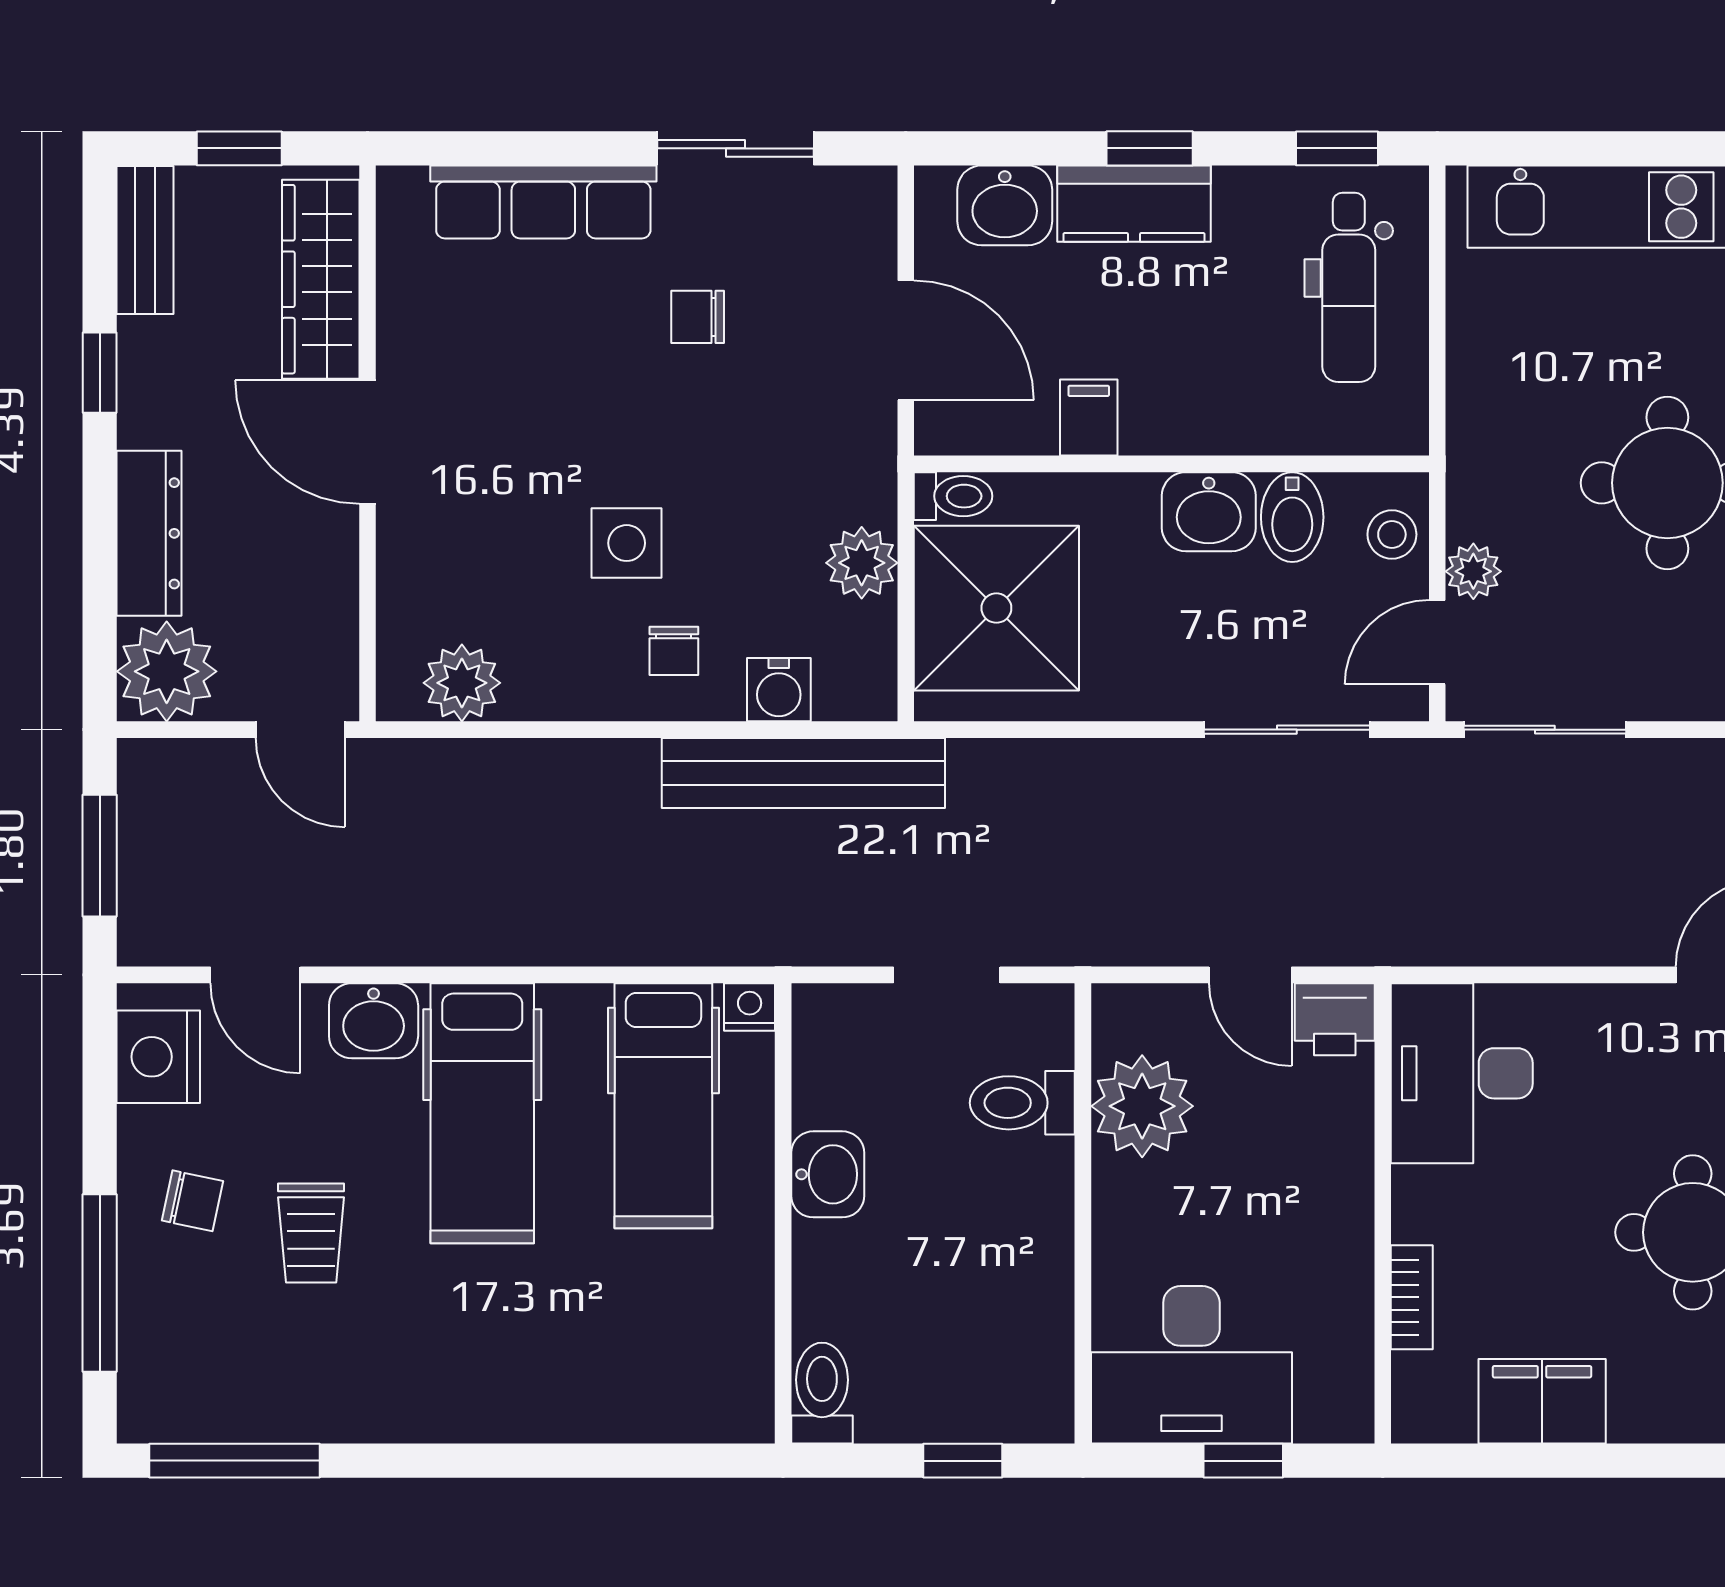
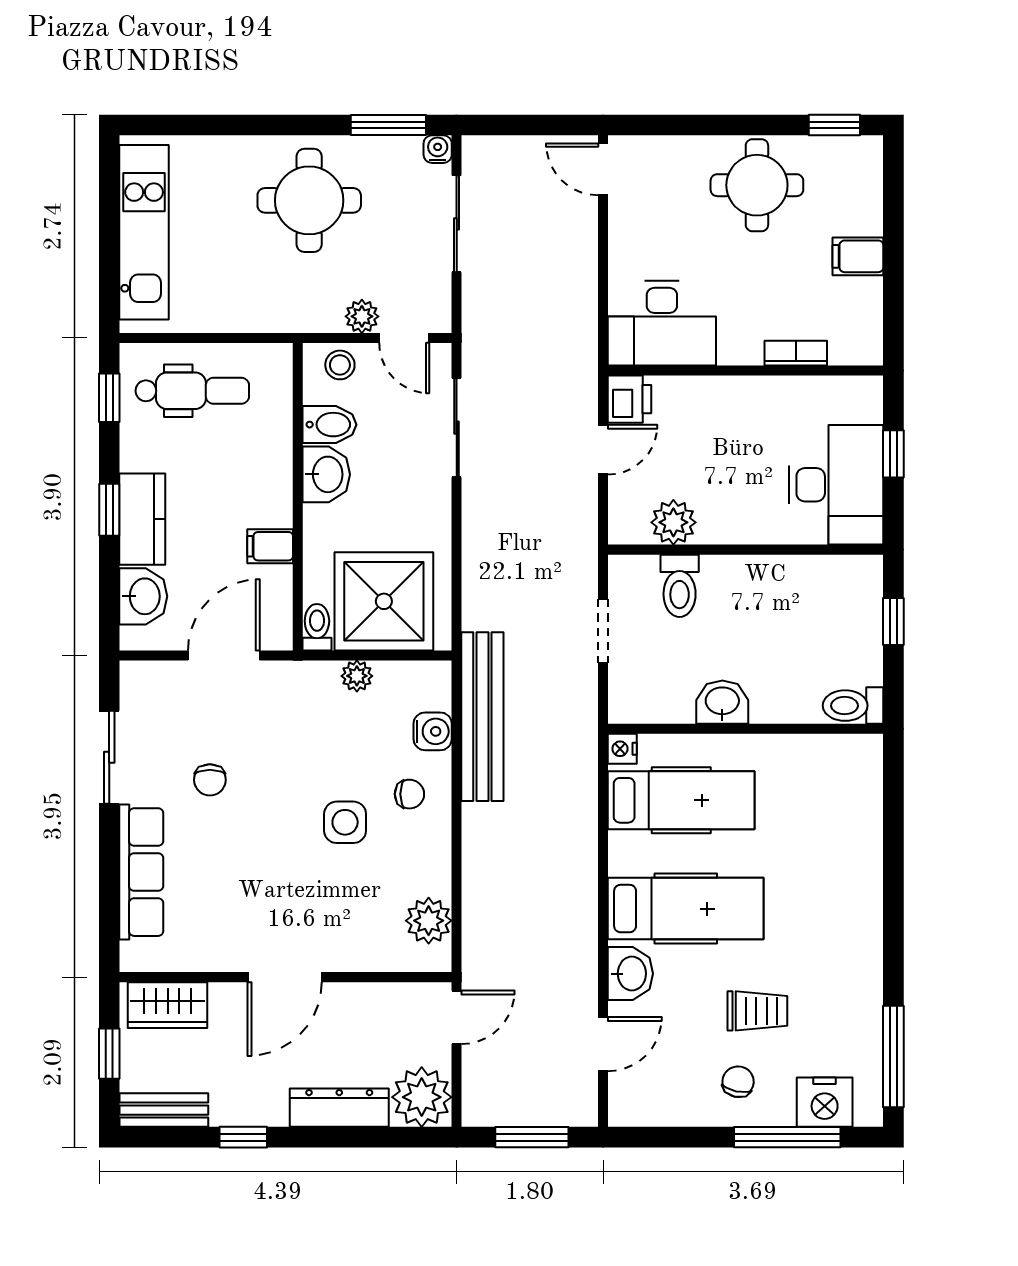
wardrobe: (321, 279) -> (168, 1005), width x0.67
plant: (862, 563) -> (357, 676), width x0.73, depth x0.73
sliding door: (1545, 730) -> (457, 224), moved
nightstand: (158, 1057) -> (825, 1102), moved
plant: (1142, 1106) -> (673, 522), width x0.73, depth x0.73
filing cabinet: (1542, 1401) -> (858, 256), width x0.50

